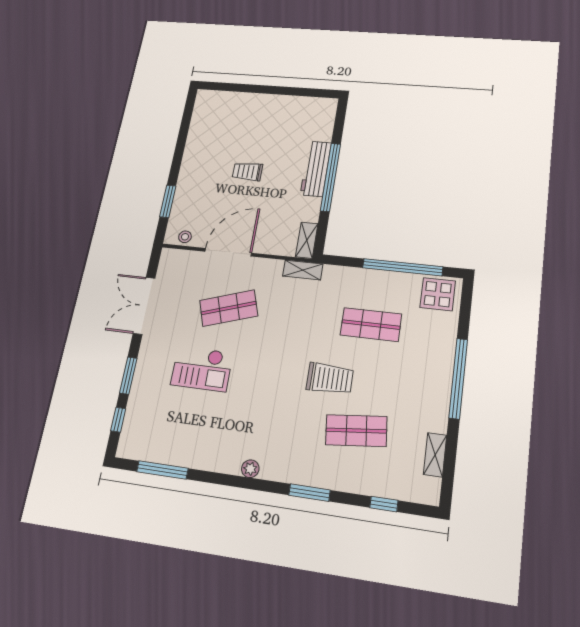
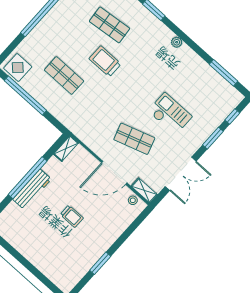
window: (168, 201) -> (100, 263), moved
shelving: (303, 270) -> (144, 190), moved

